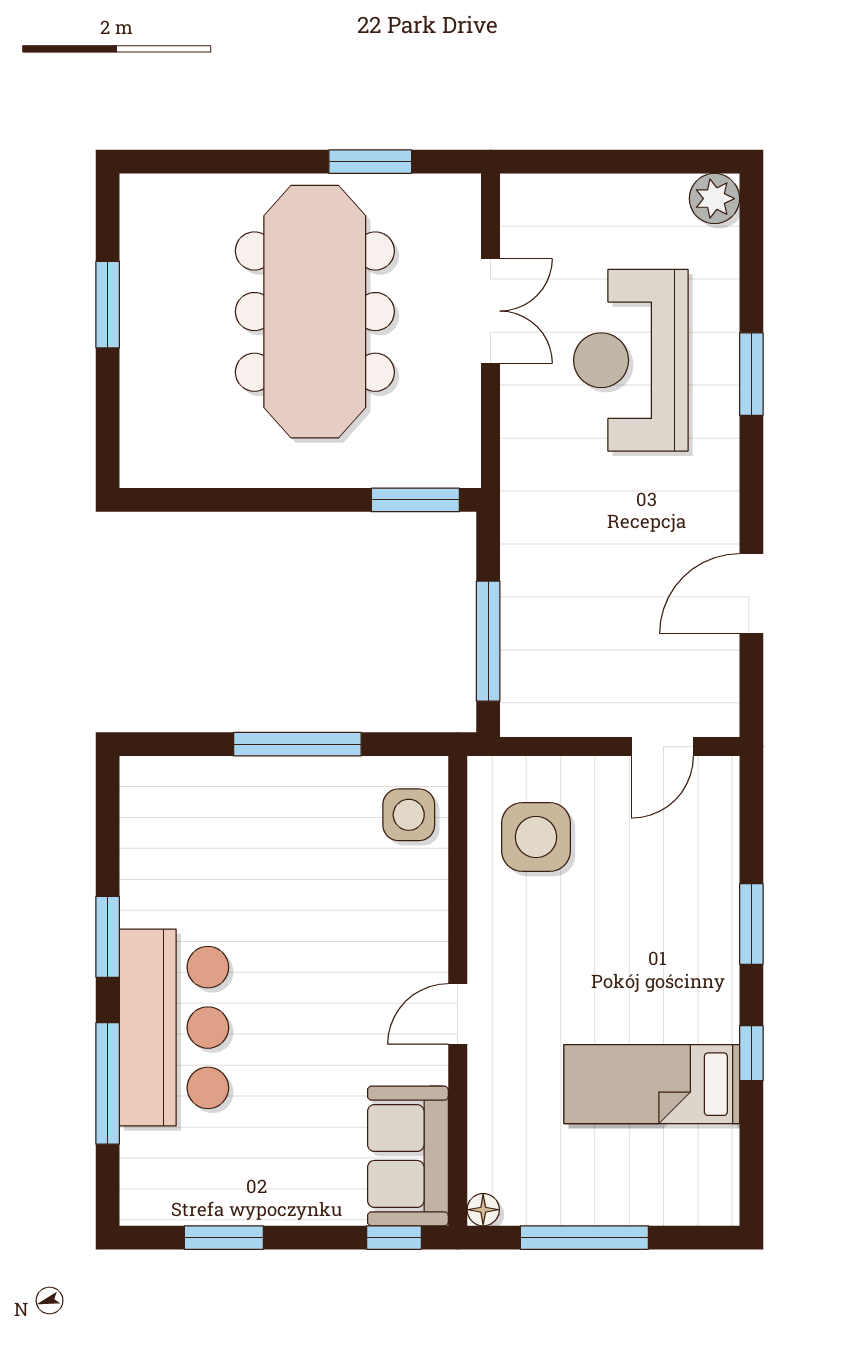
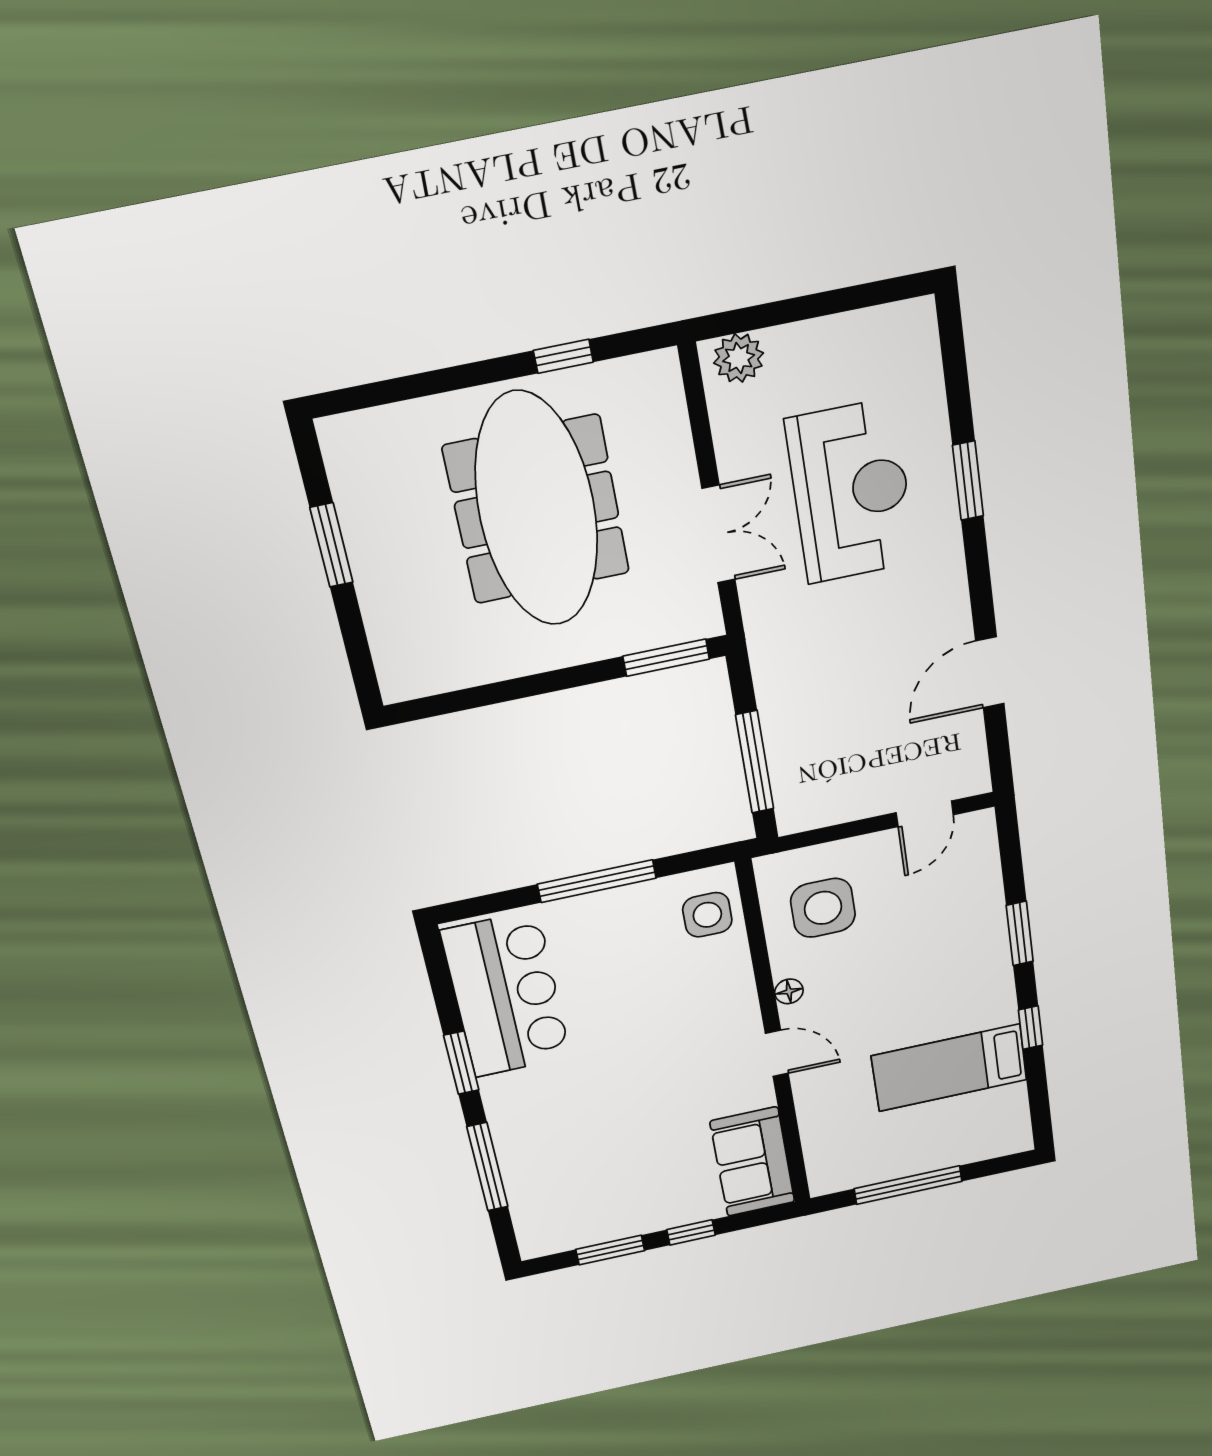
window: (370, 162) -> (563, 356), width x0.67
plant: (714, 199) -> (739, 358), moved
double door: (491, 311) -> (719, 534), moved
reception desk: (631, 360) -> (851, 492), turned 180
door: (458, 1014) -> (777, 1053), swing flipped
bar counter: (174, 1028) -> (506, 995), moved
floor lamp: (483, 1210) -> (789, 991), moved
window: (394, 1238) -> (691, 1232), moved

